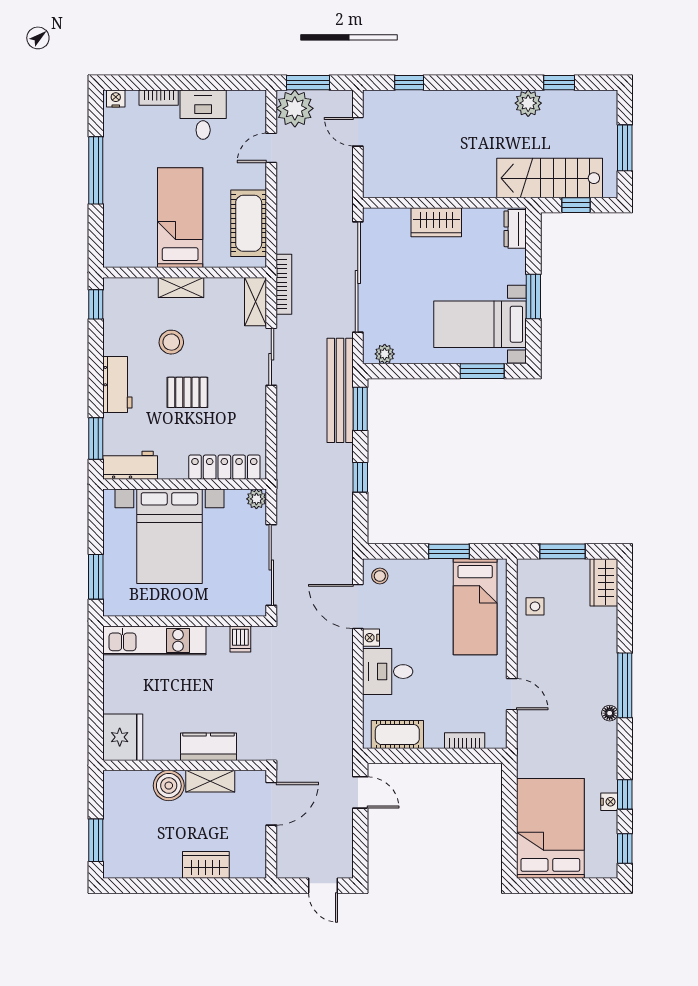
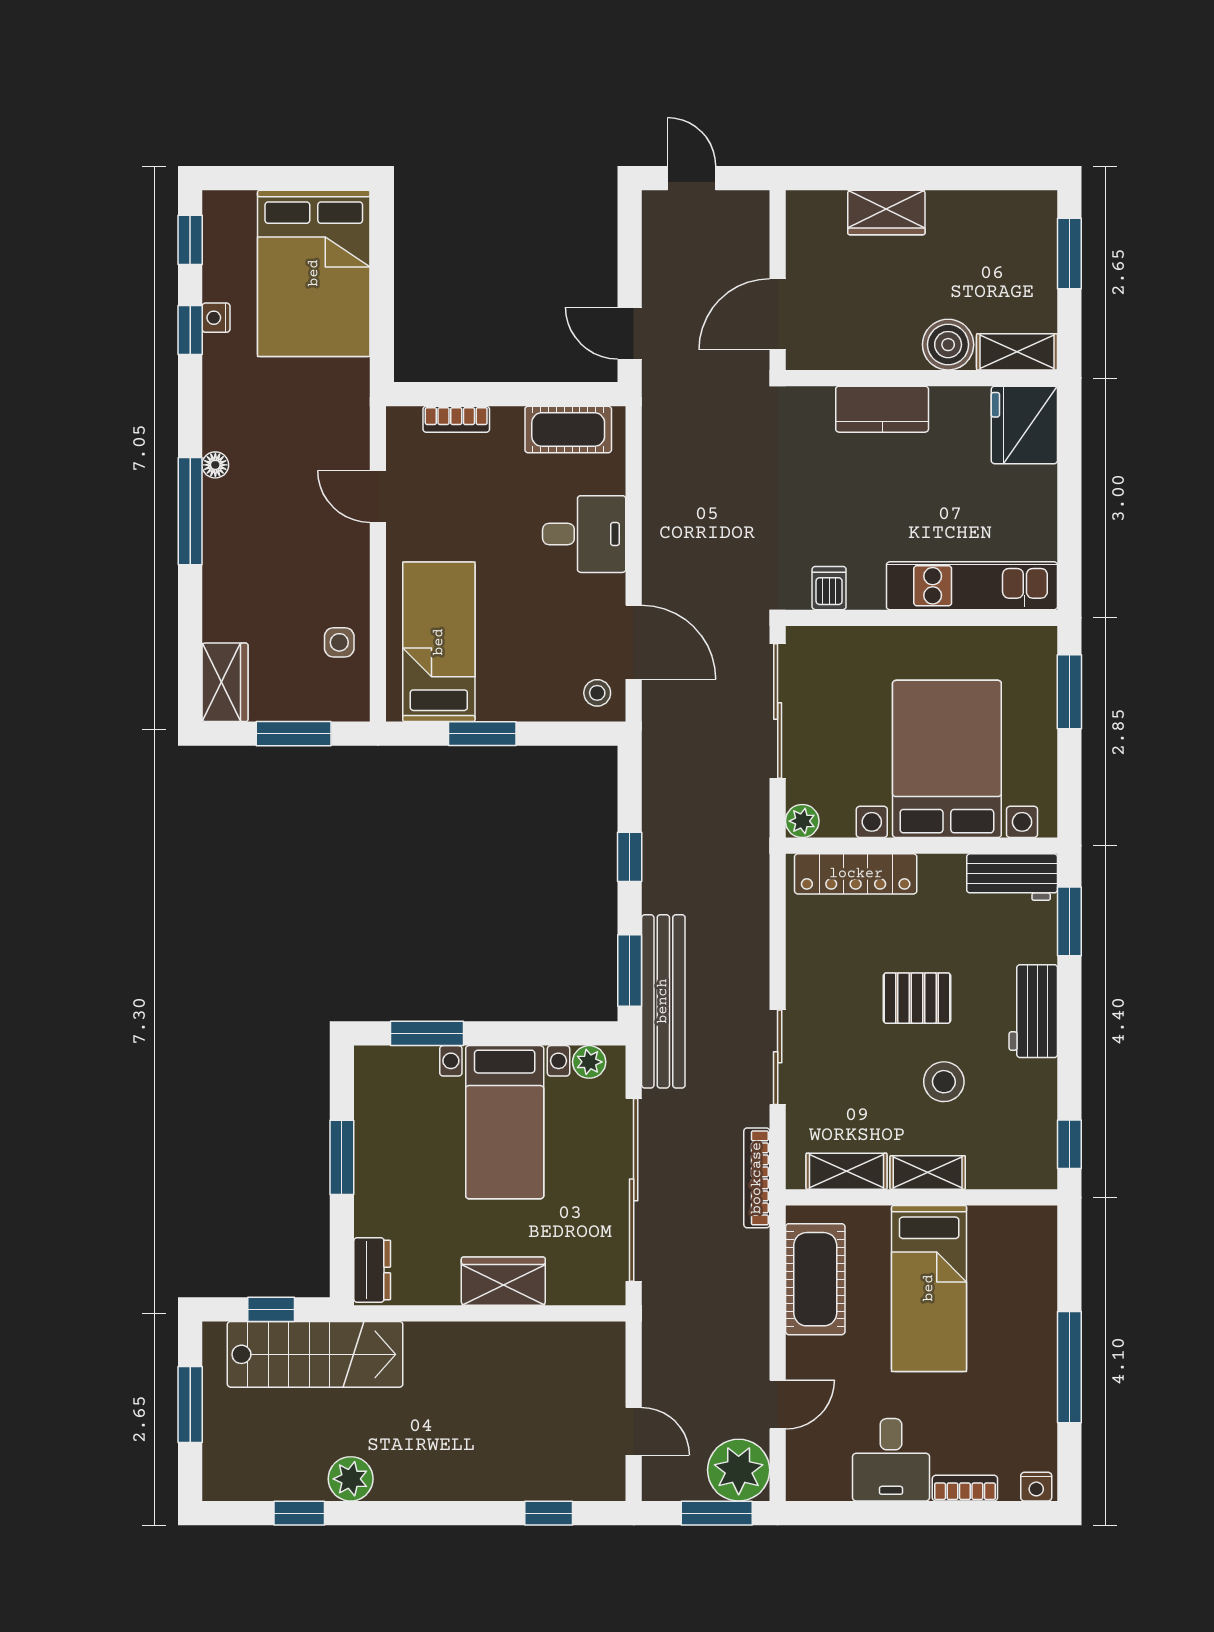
shelving: (256, 302) -> (847, 1171), moved, turned 90
bed with nightstands: (480, 324) -> (505, 1122), moved, turned 90
nightstand: (371, 638) -> (612, 590), removed
shelving: (210, 781) -> (1017, 352), moved

